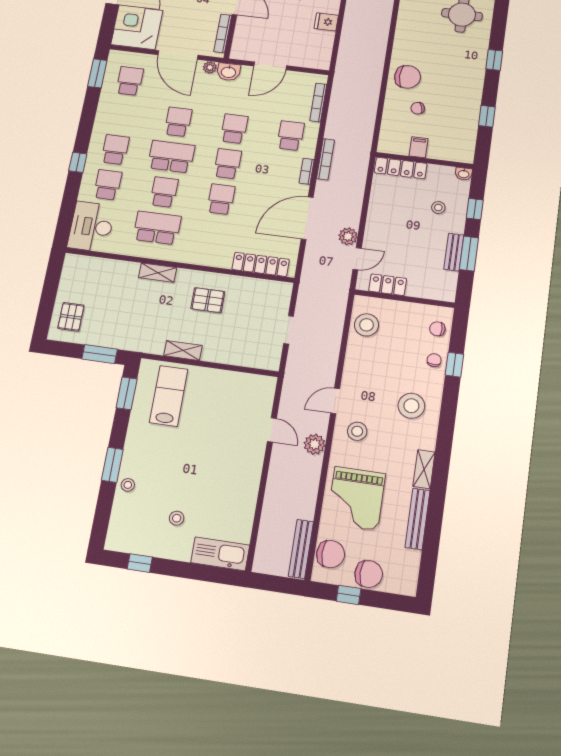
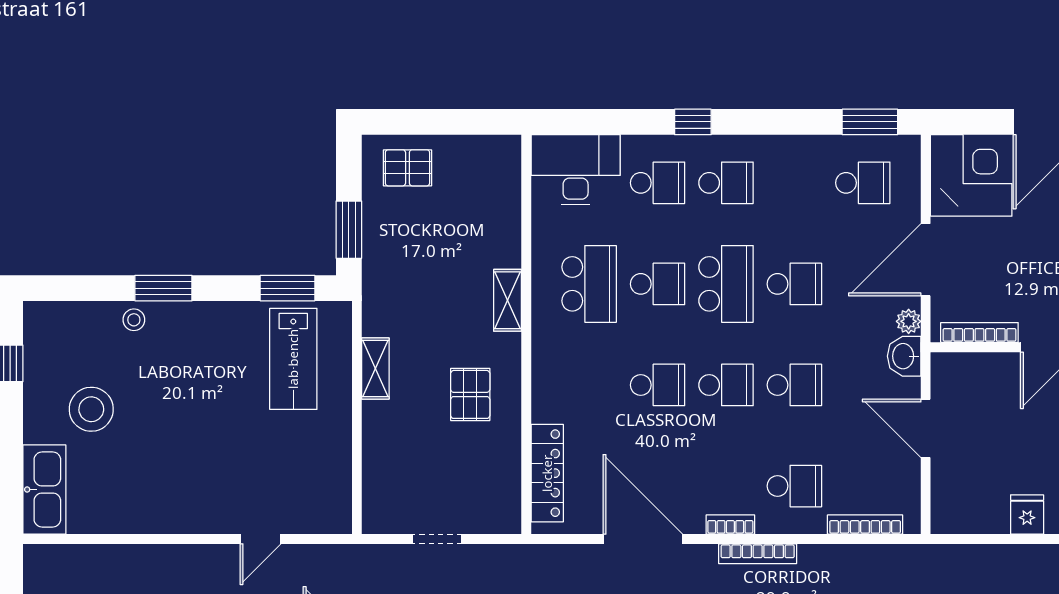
lab bench: (169, 396) -> (293, 359), turned 90
stool: (177, 518) -> (91, 409), width x1.89, depth x1.89

